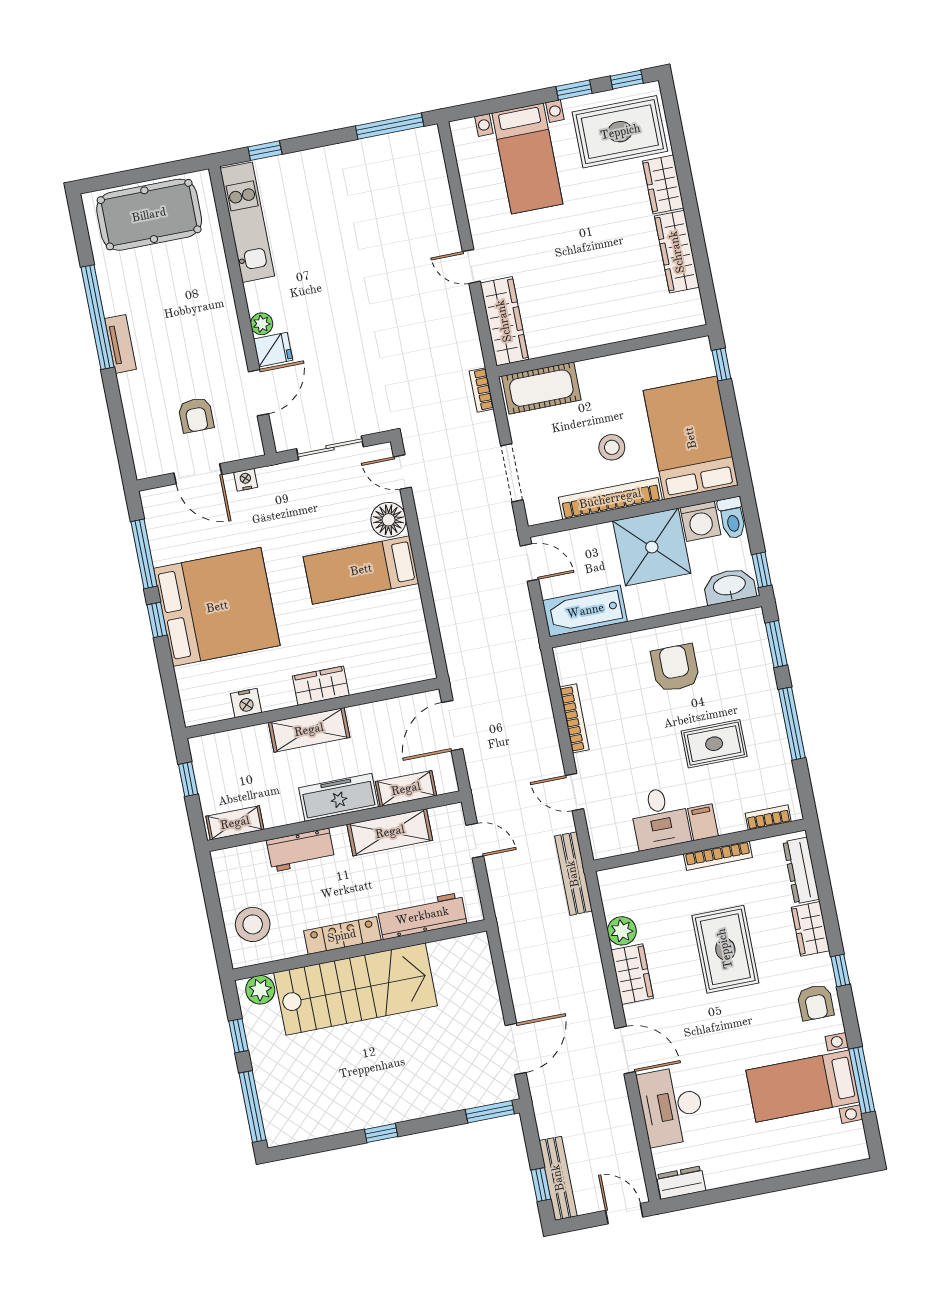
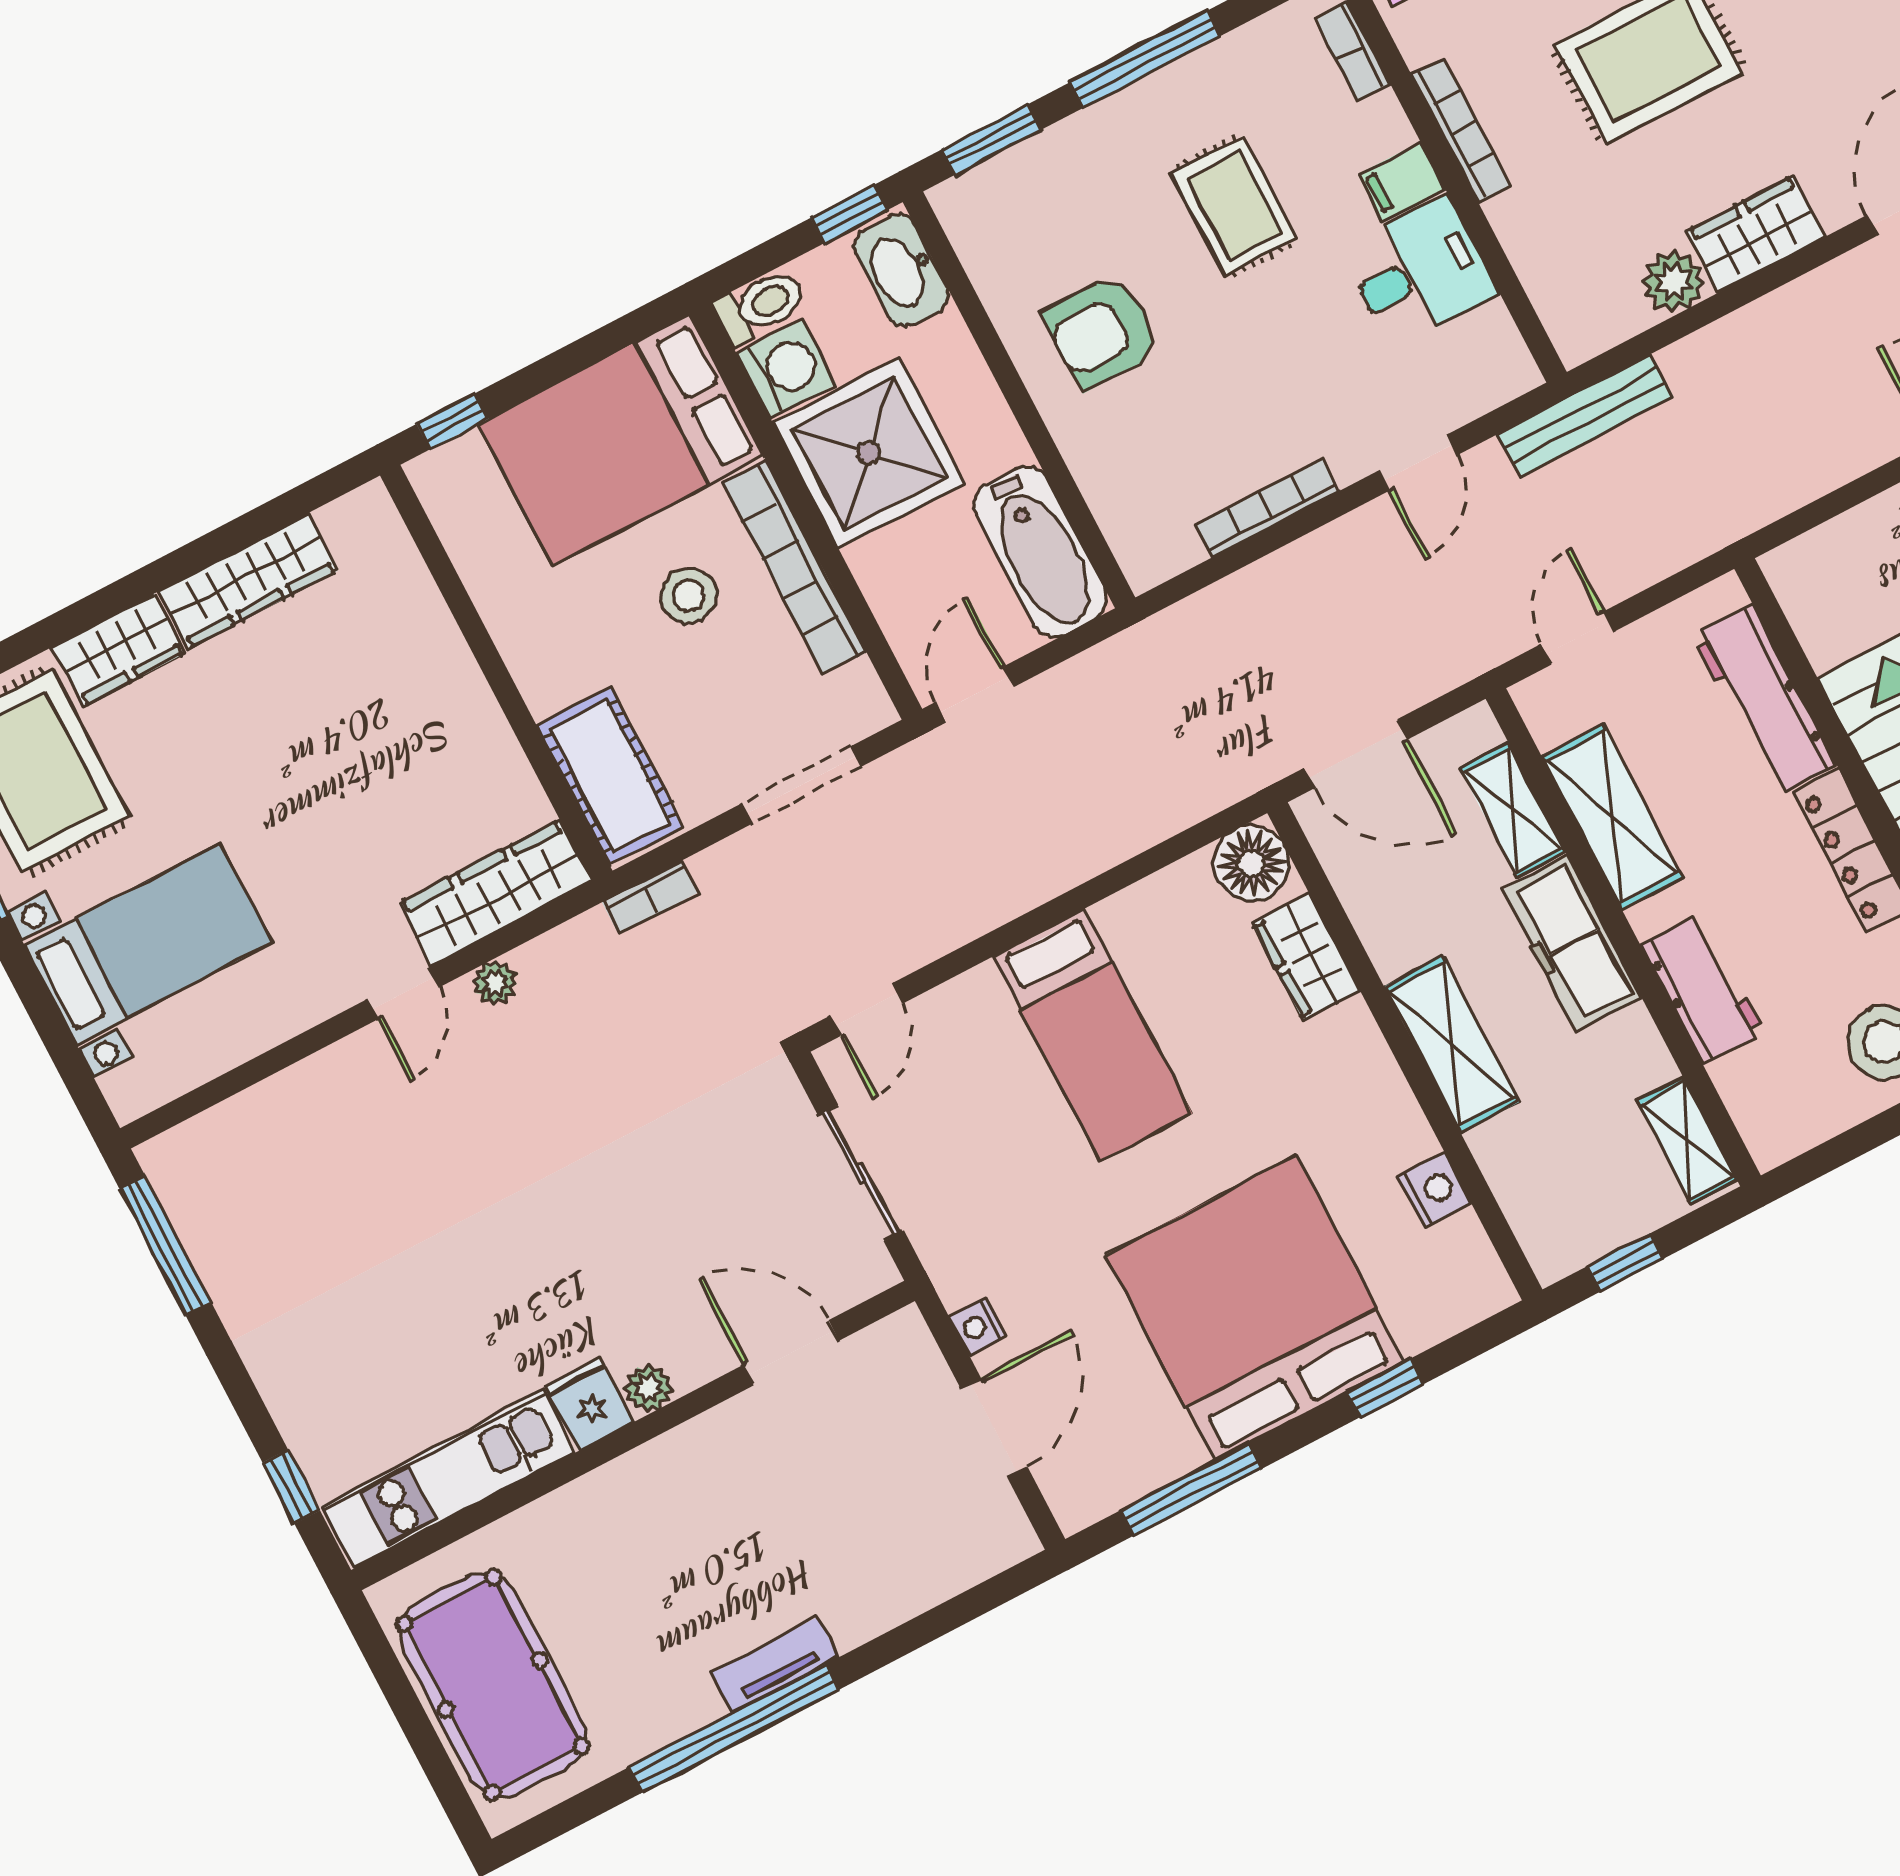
plant: (464, 309) -> (495, 983), added
fridge: (273, 350) -> (590, 1404), moved
armchair: (196, 415) -> (875, 1467), removed
floor lamp: (389, 520) -> (1252, 863), moved
window: (157, 620) -> (1385, 1388), moved
wardrobe: (321, 686) -> (1306, 957), moved

